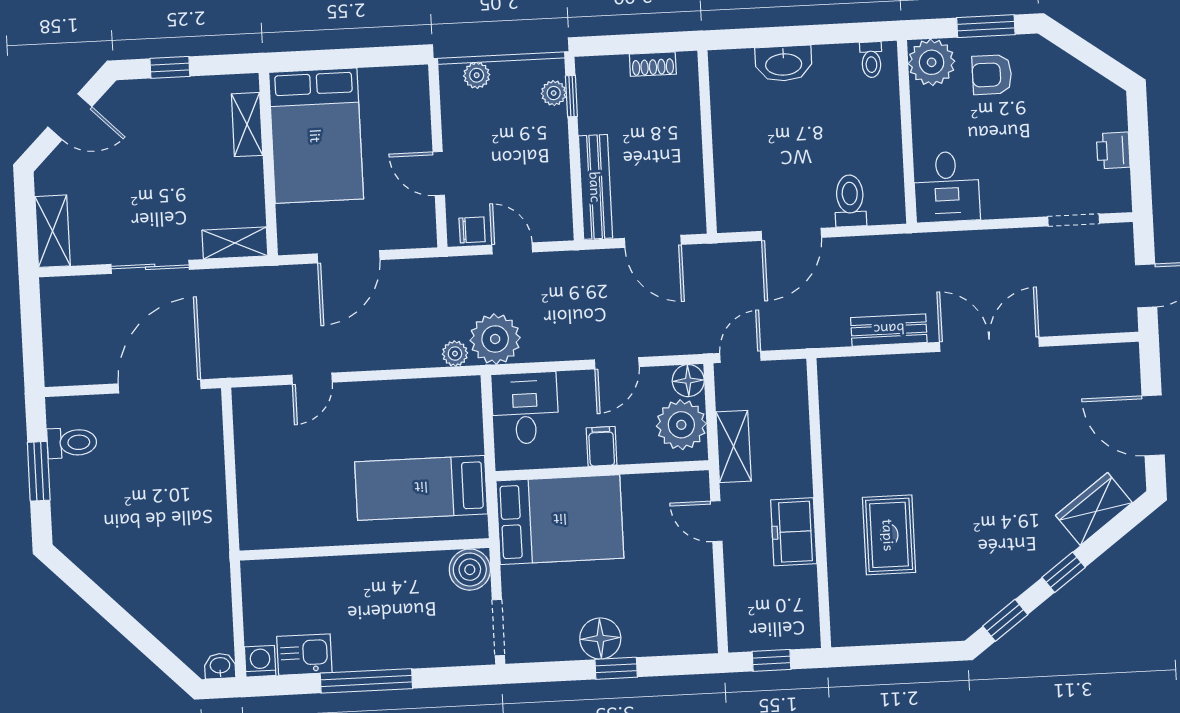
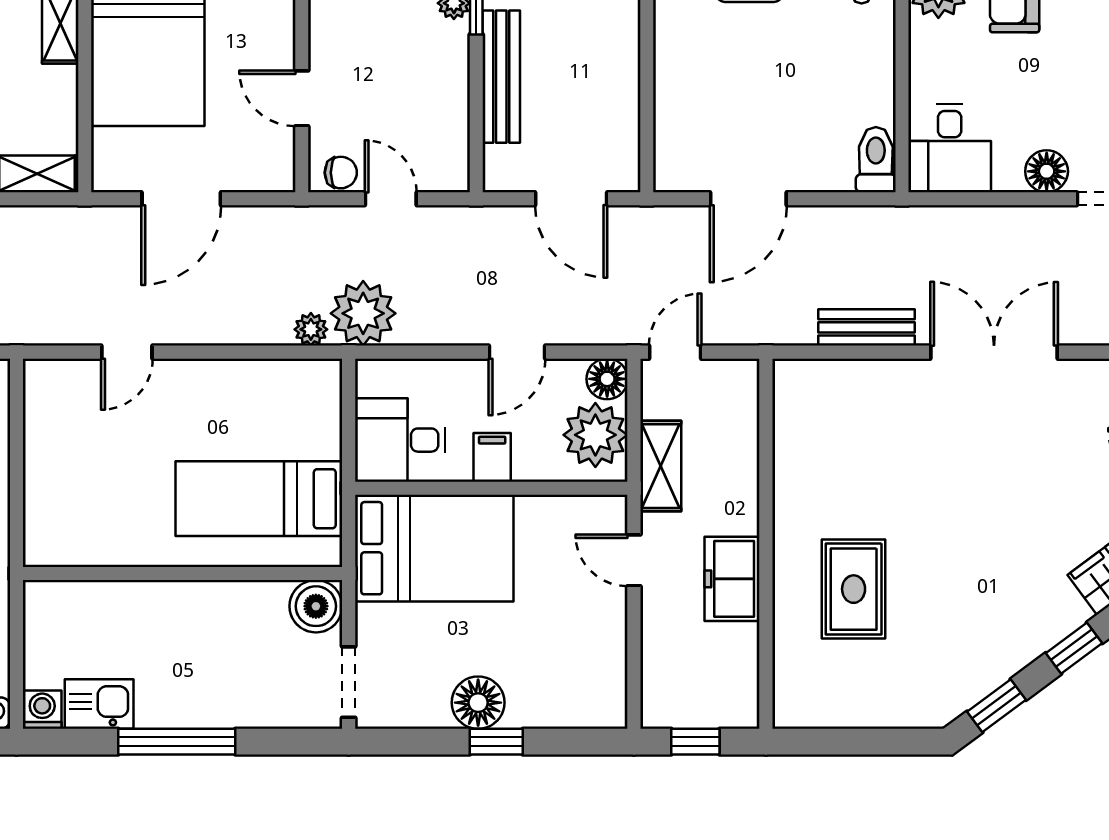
bench: (596, 187) -> (501, 77), moved
toilet: (850, 201) -> (876, 160), moved
floor lamp: (1023, 201) -> (1047, 171), added
desk: (525, 408) -> (400, 440), moved, turned -90

